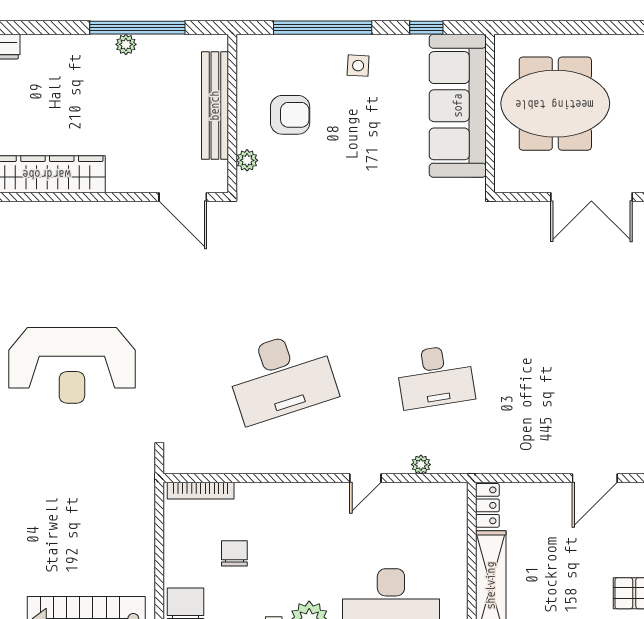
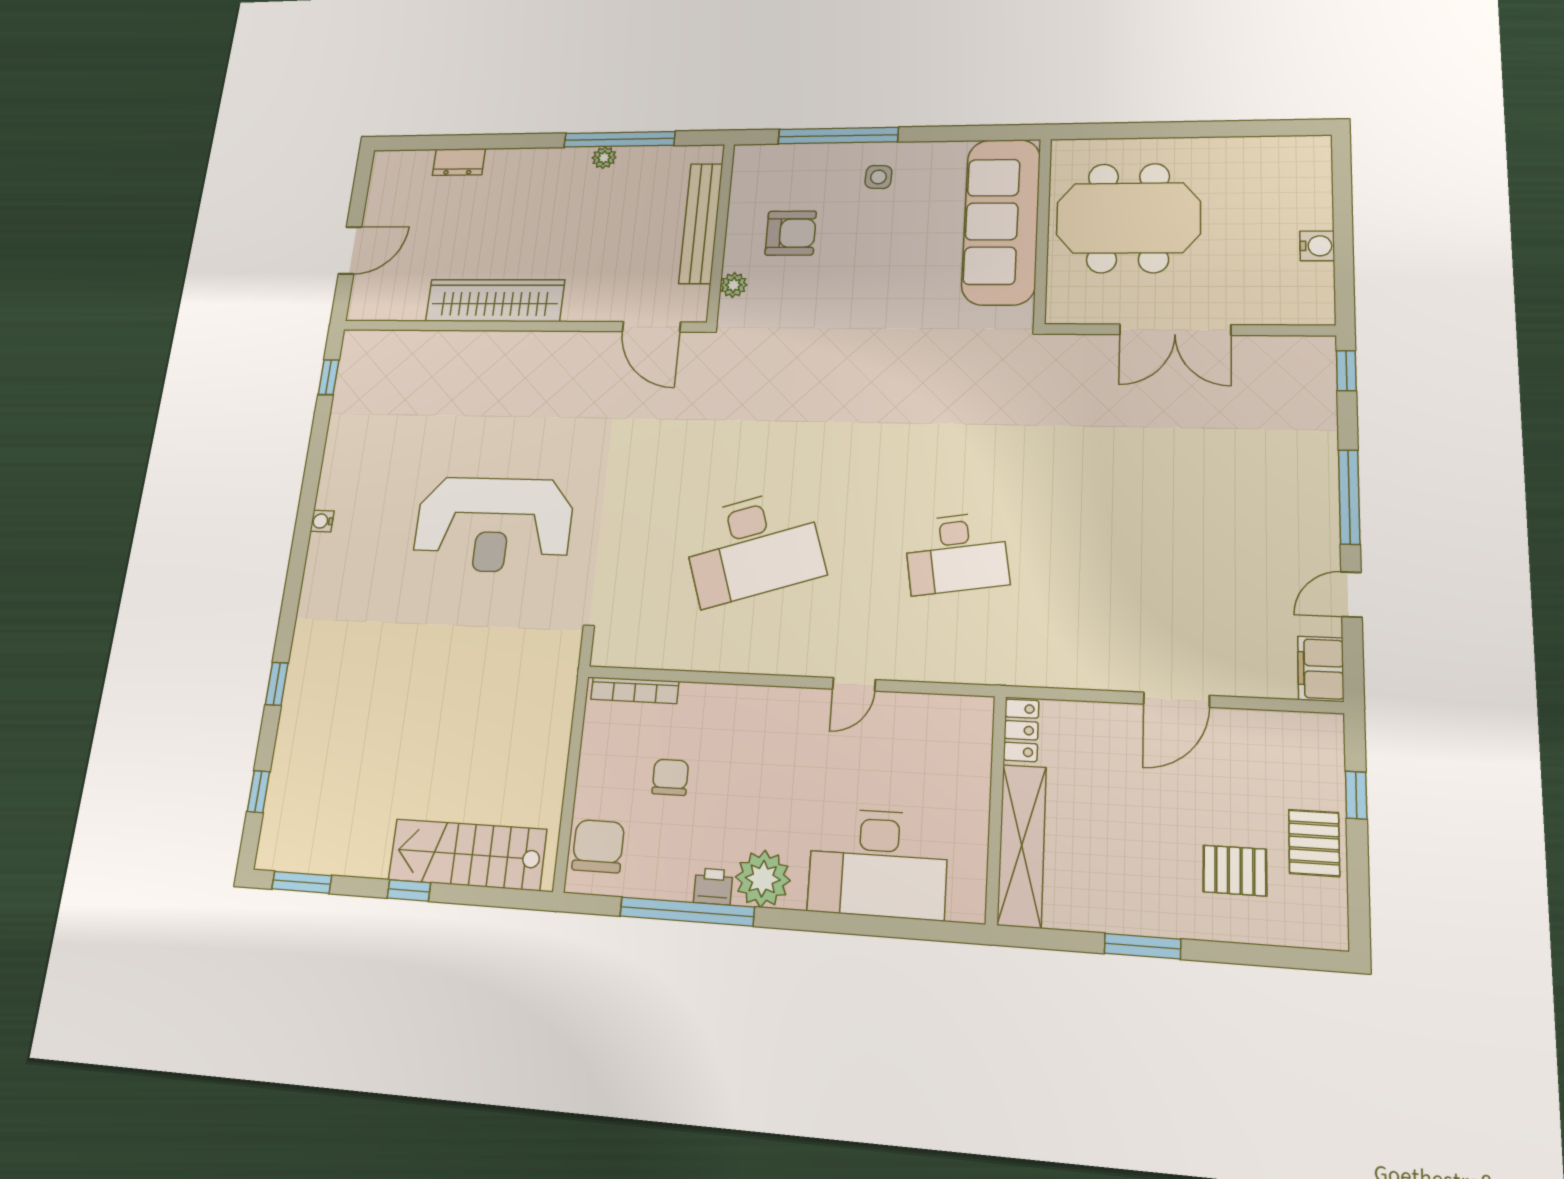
window: (426, 28) -> (966, 133), removed
plant: (421, 465) -> (931, 669), removed

